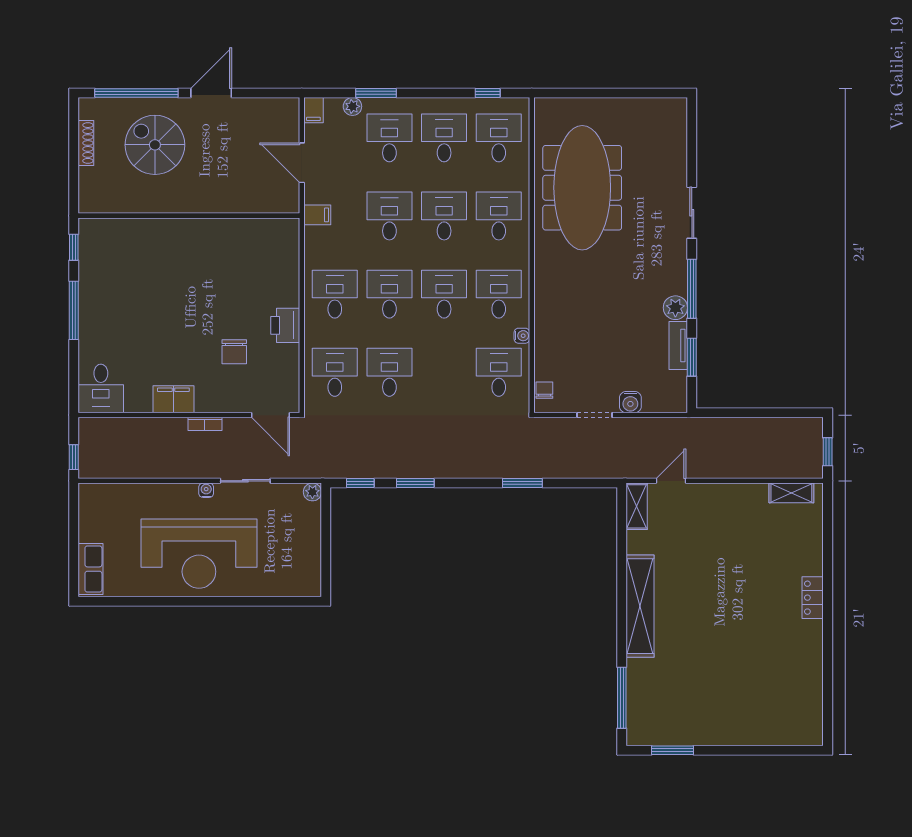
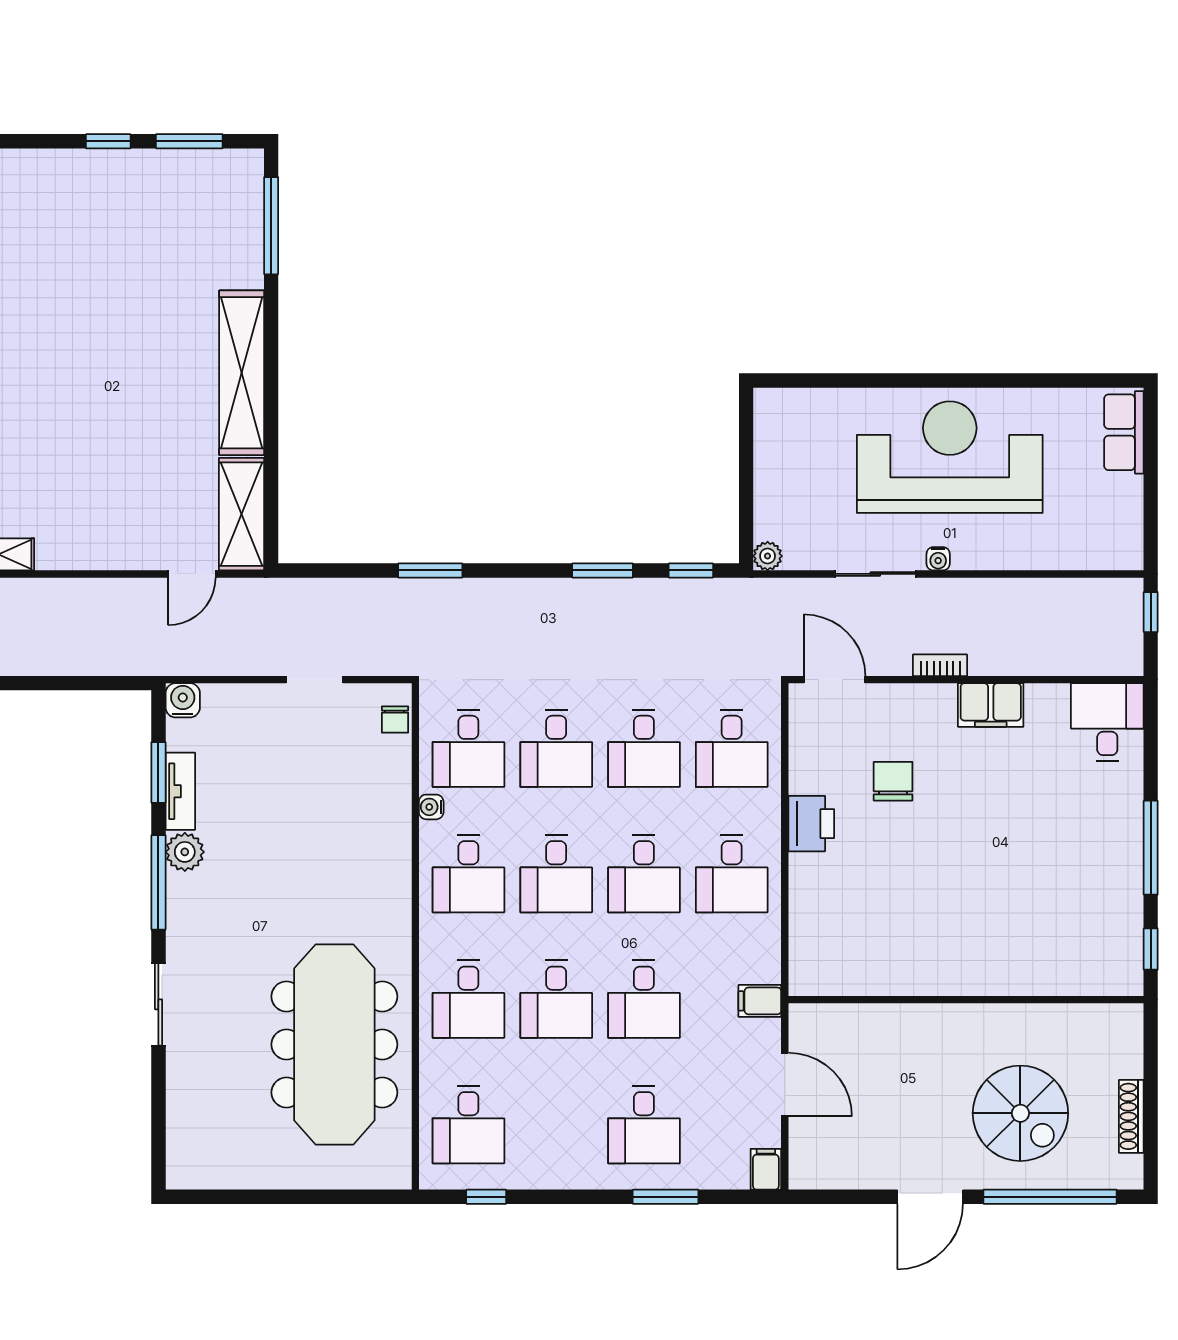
plant: (352, 106) -> (703, 1175), removed
desk: (444, 138) -> (556, 748), moved
water cooler: (630, 402) -> (183, 700), moved
shelving: (637, 506) -> (242, 514), width x1.50, depth x1.33
window: (723, 750) -> (108, 141), added

